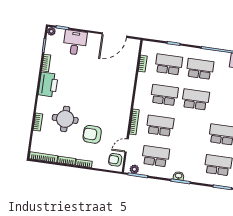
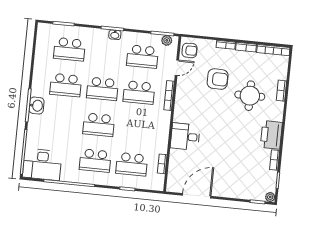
desk: (75, 43) -> (185, 137), moved, turned 90
school desk: (164, 95) -> (102, 89), moved

